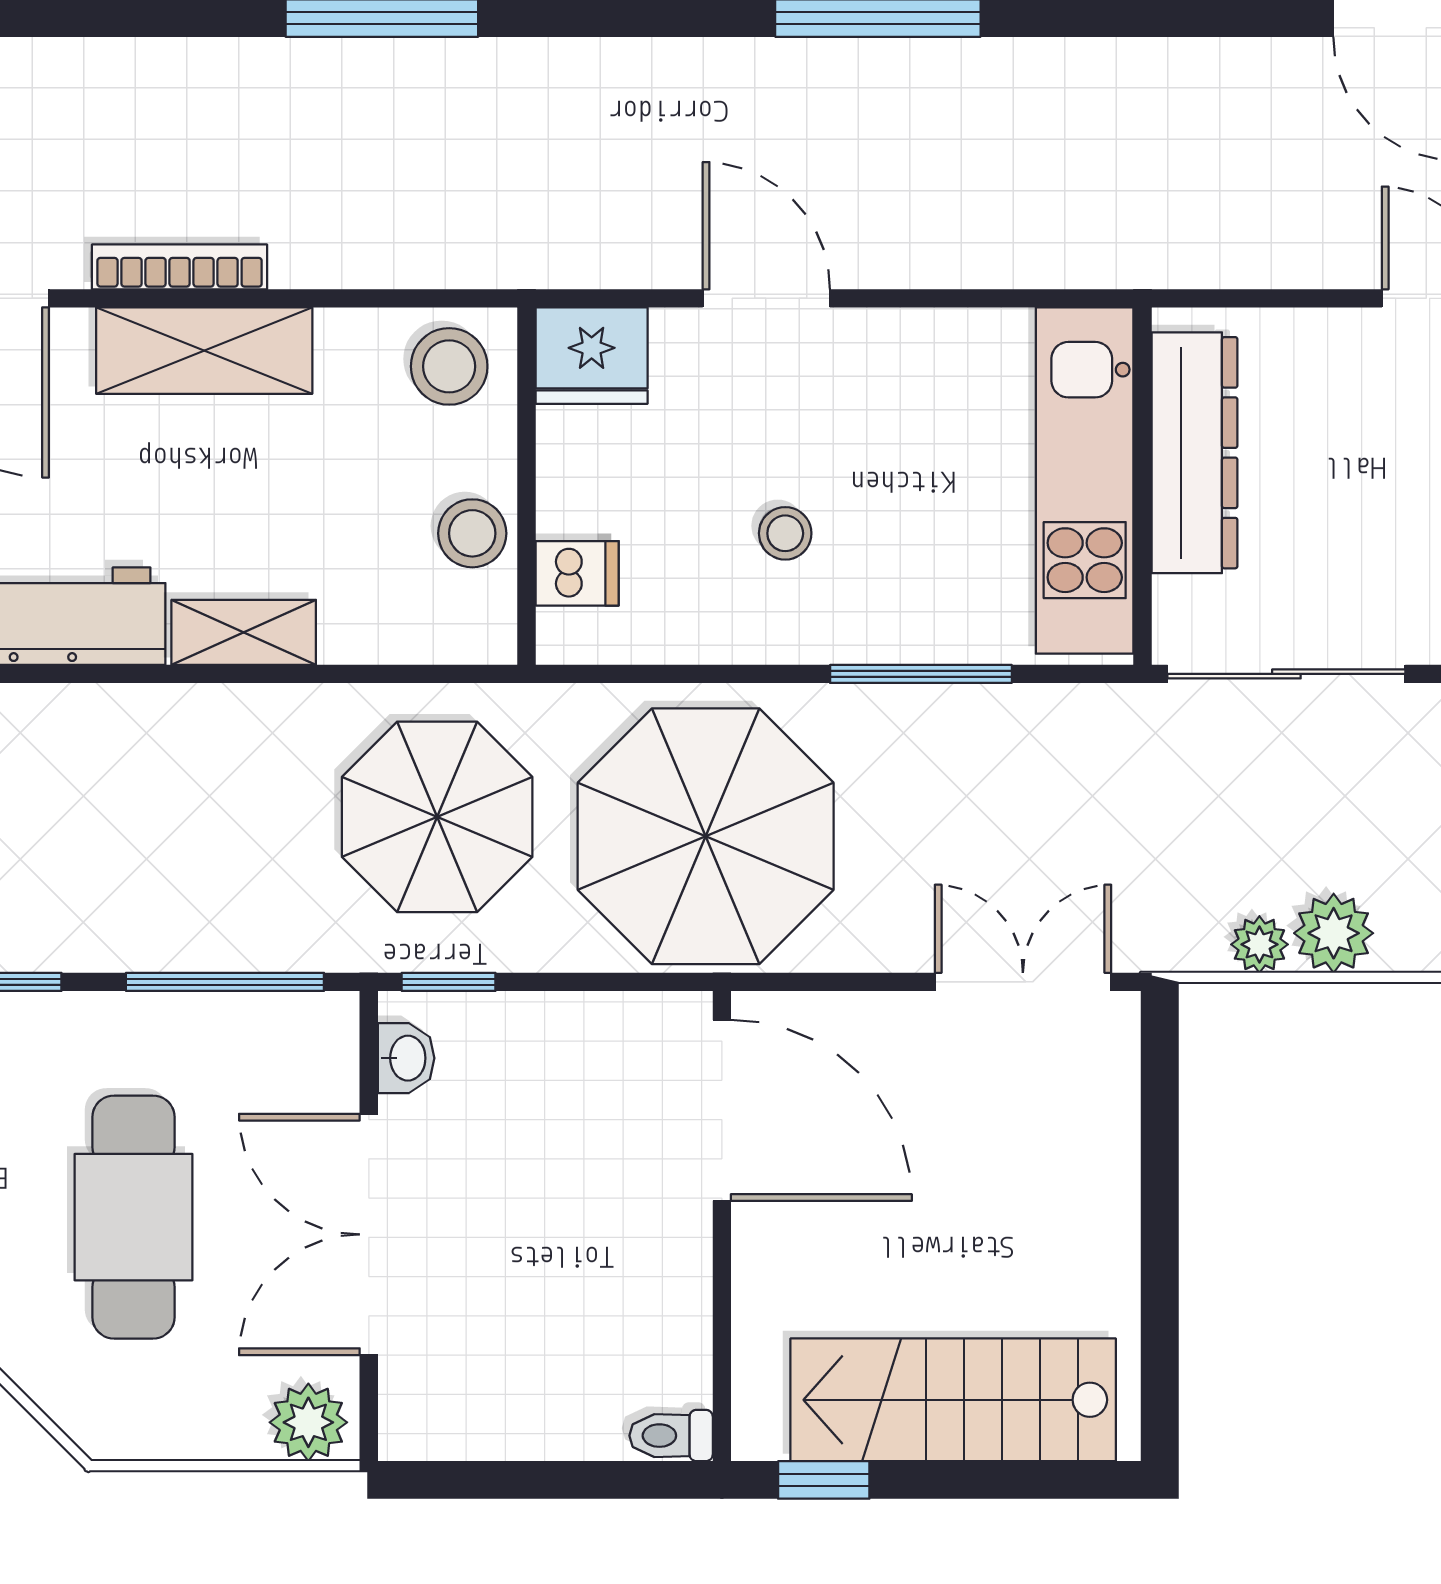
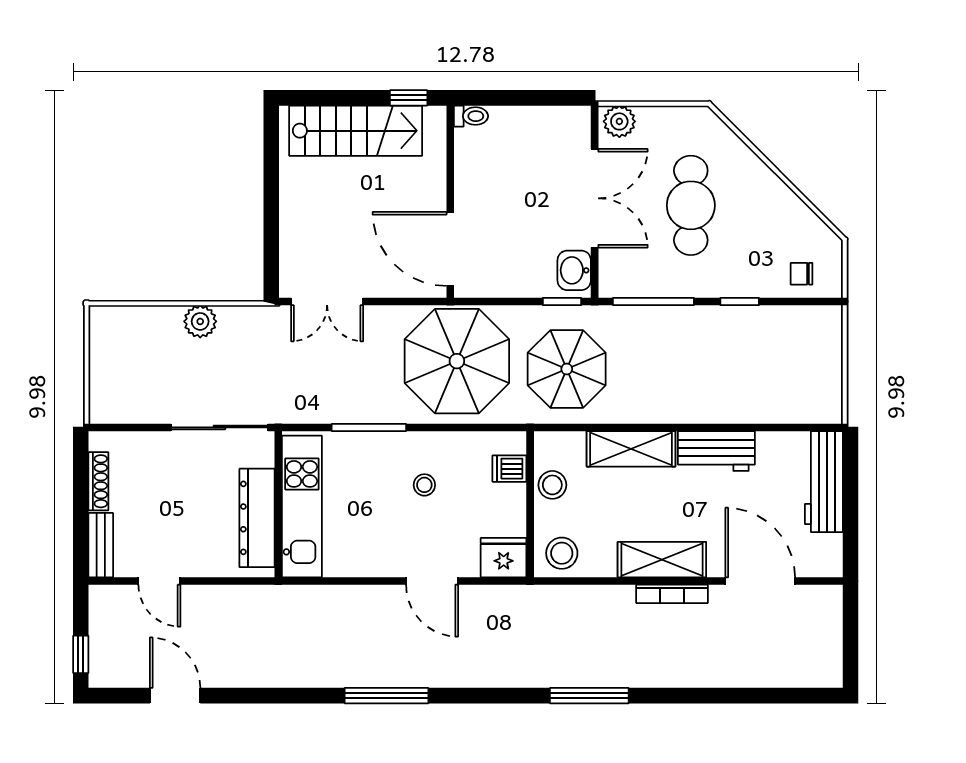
shelving: (244, 632) -> (631, 449), width x1.50, depth x1.33
plant: (1259, 944) -> (230, 317), removed
washbasin: (406, 1058) -> (574, 270), width x1.38, depth x1.45

